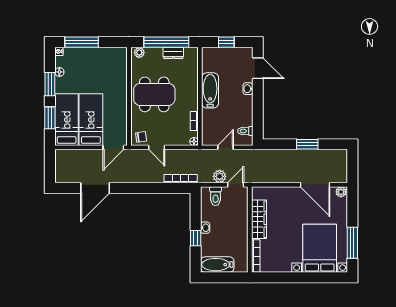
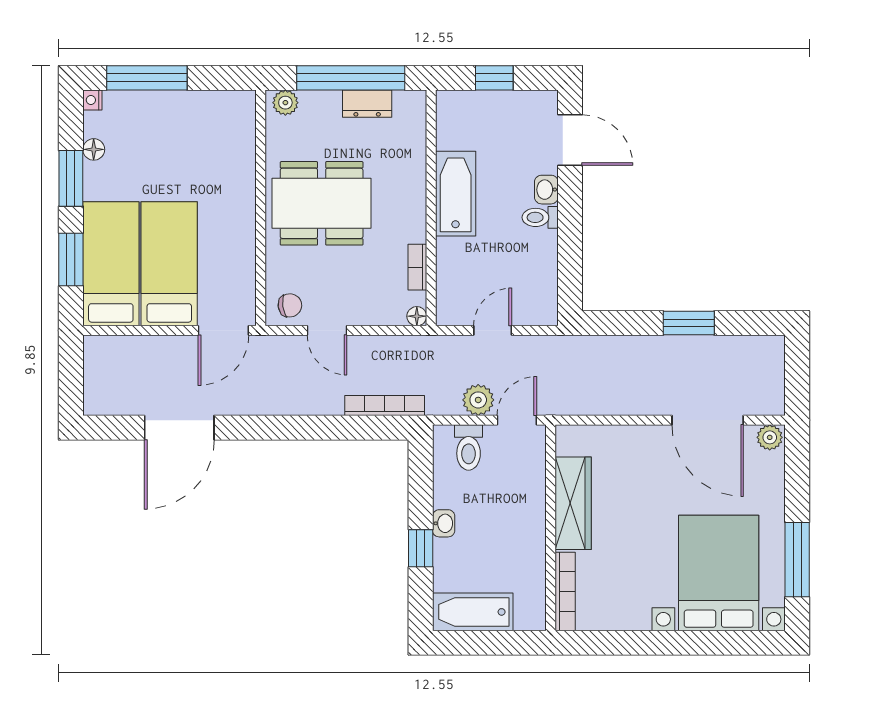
toilet: (245, 131) -> (540, 217), moved

